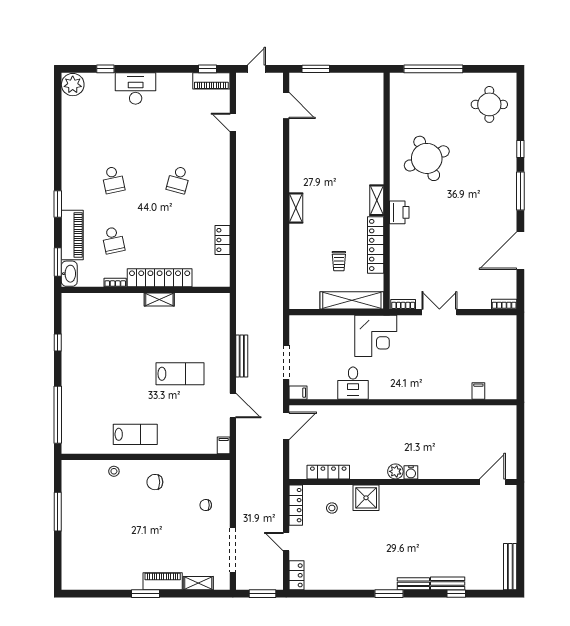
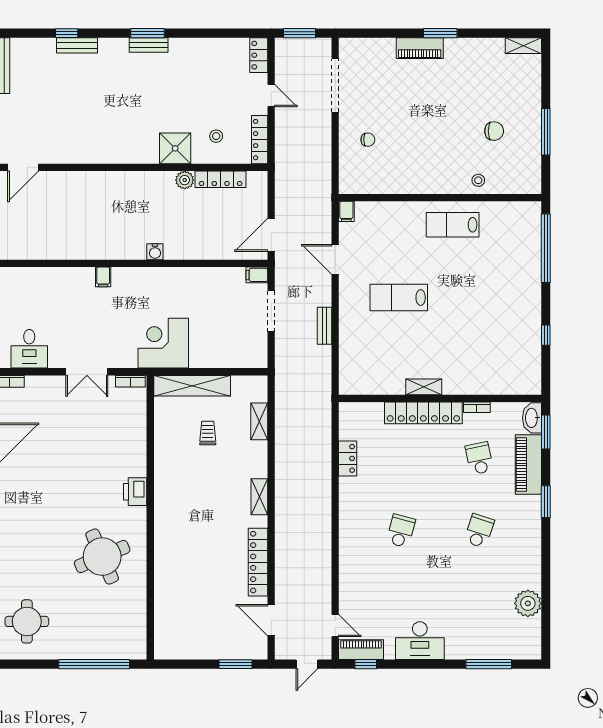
window: (105, 69) -> (489, 664), width x2.17
plant: (73, 85) -> (528, 603), moved
desk: (136, 88) -> (420, 641), moved
door: (233, 122) -> (335, 626), moved
school desk: (113, 180) -> (479, 531), turned 30
shelving: (377, 200) -> (259, 421), moved
locker: (376, 245) -> (258, 562), moved, turned 180
bench: (242, 356) -> (325, 326), width x0.73
desk: (353, 383) -> (29, 349), moved, turned 180
filing cabinet: (478, 391) -> (103, 277), moved
plant: (395, 471) -> (185, 180), moved
water cooler: (411, 472) -> (155, 252), moved, turned 180
chair: (155, 482) -> (494, 131), moved
shelving: (198, 583) -> (523, 46), moved
bench: (413, 584) -> (149, 45), moved

